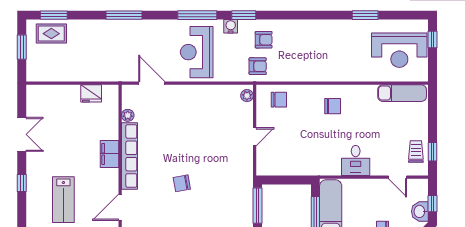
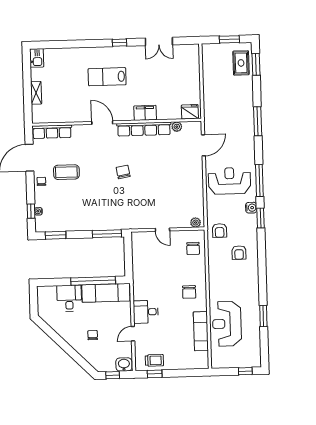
armchair: (264, 40) -> (239, 253), moved
reception desk: (399, 50) -> (227, 324), moved
fridge: (91, 93) -> (190, 112), moved, turned 90
exam couch: (402, 93) -> (201, 331), moved
door: (397, 177) -> (133, 334), moved
washbasin: (420, 211) -> (124, 365), moved

